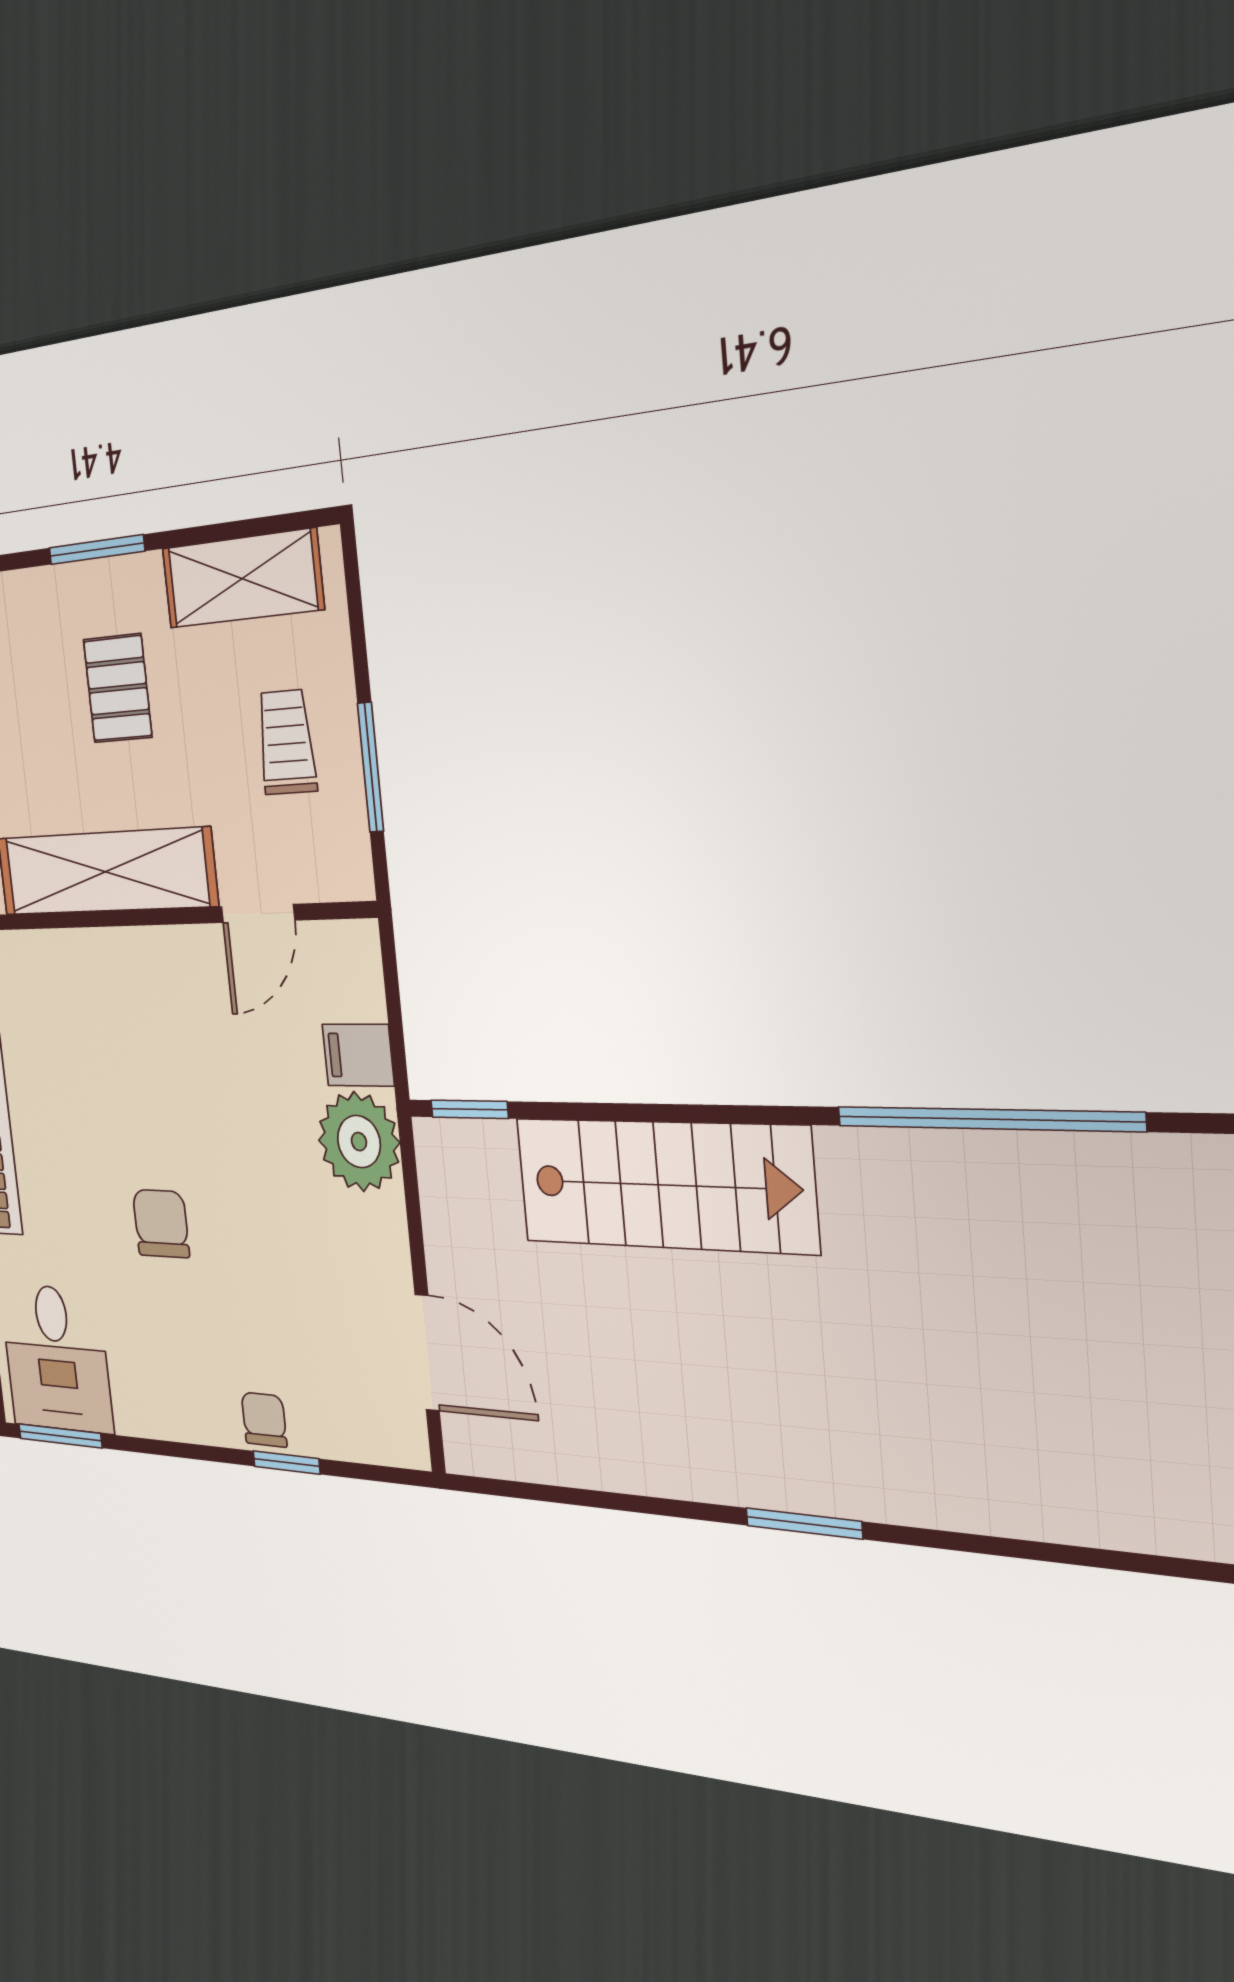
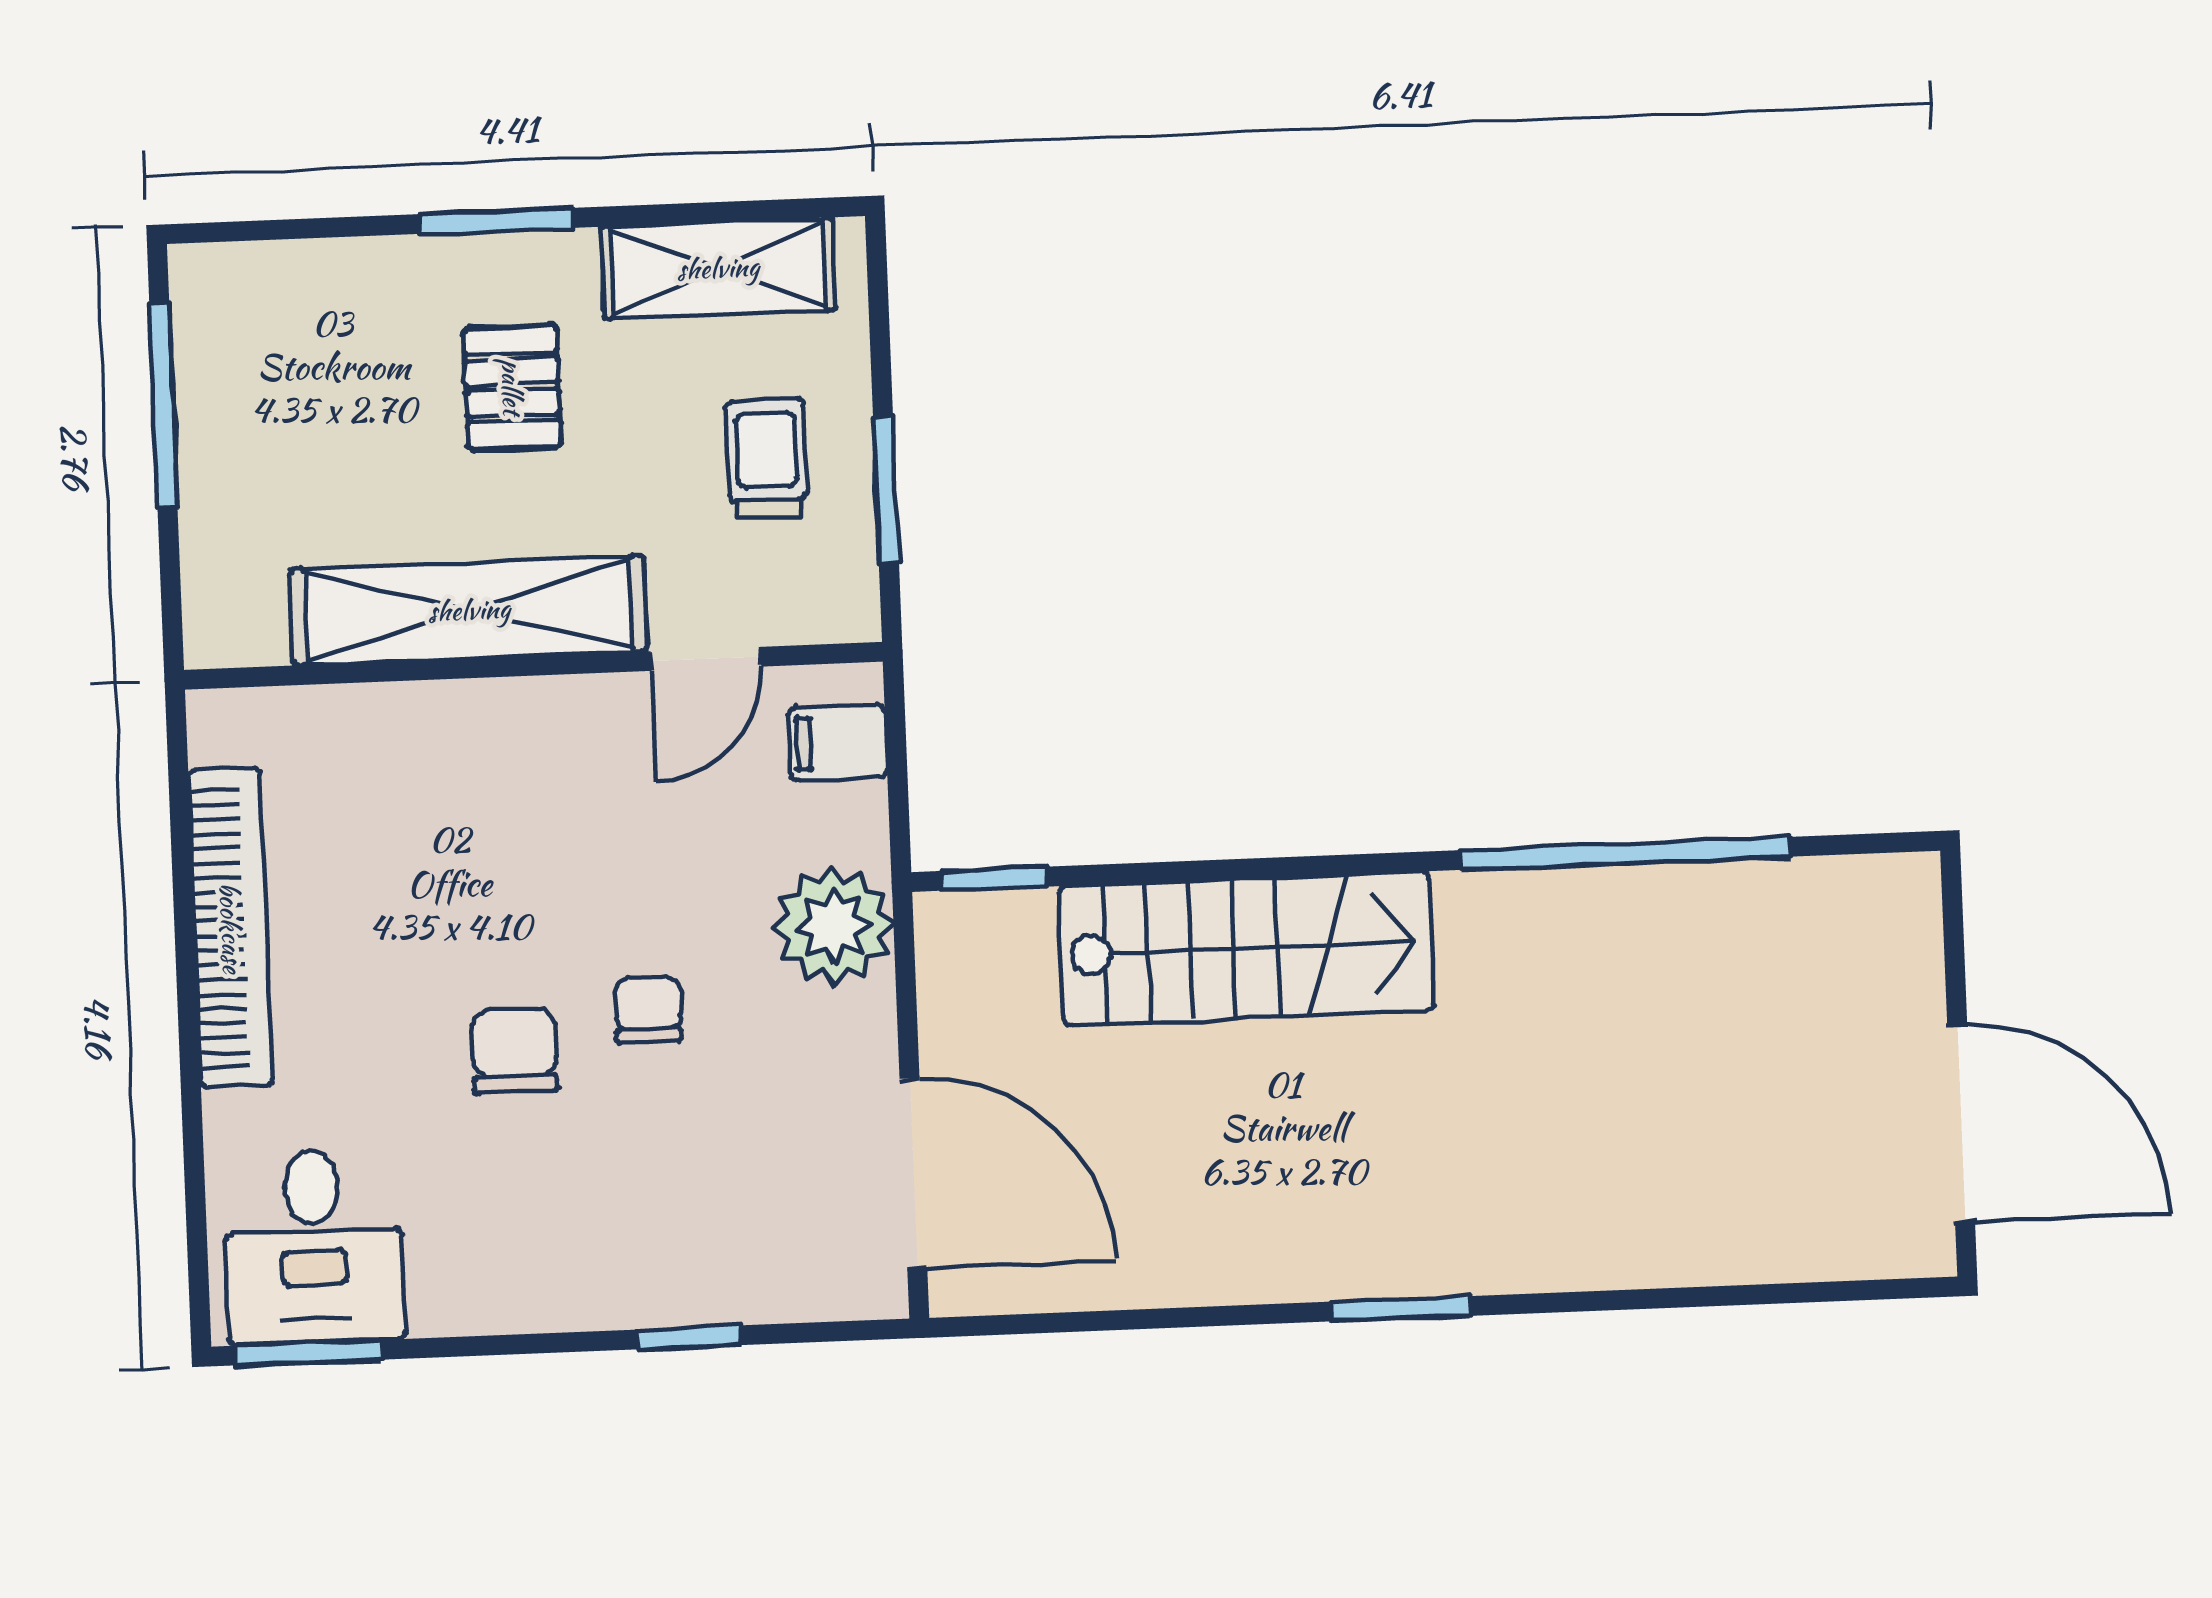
filing cabinet: (358, 1055) -> (838, 742), moved
door: (427, 1353) -> (913, 1173), width x1.36
chair: (264, 1420) -> (648, 1010), moved

